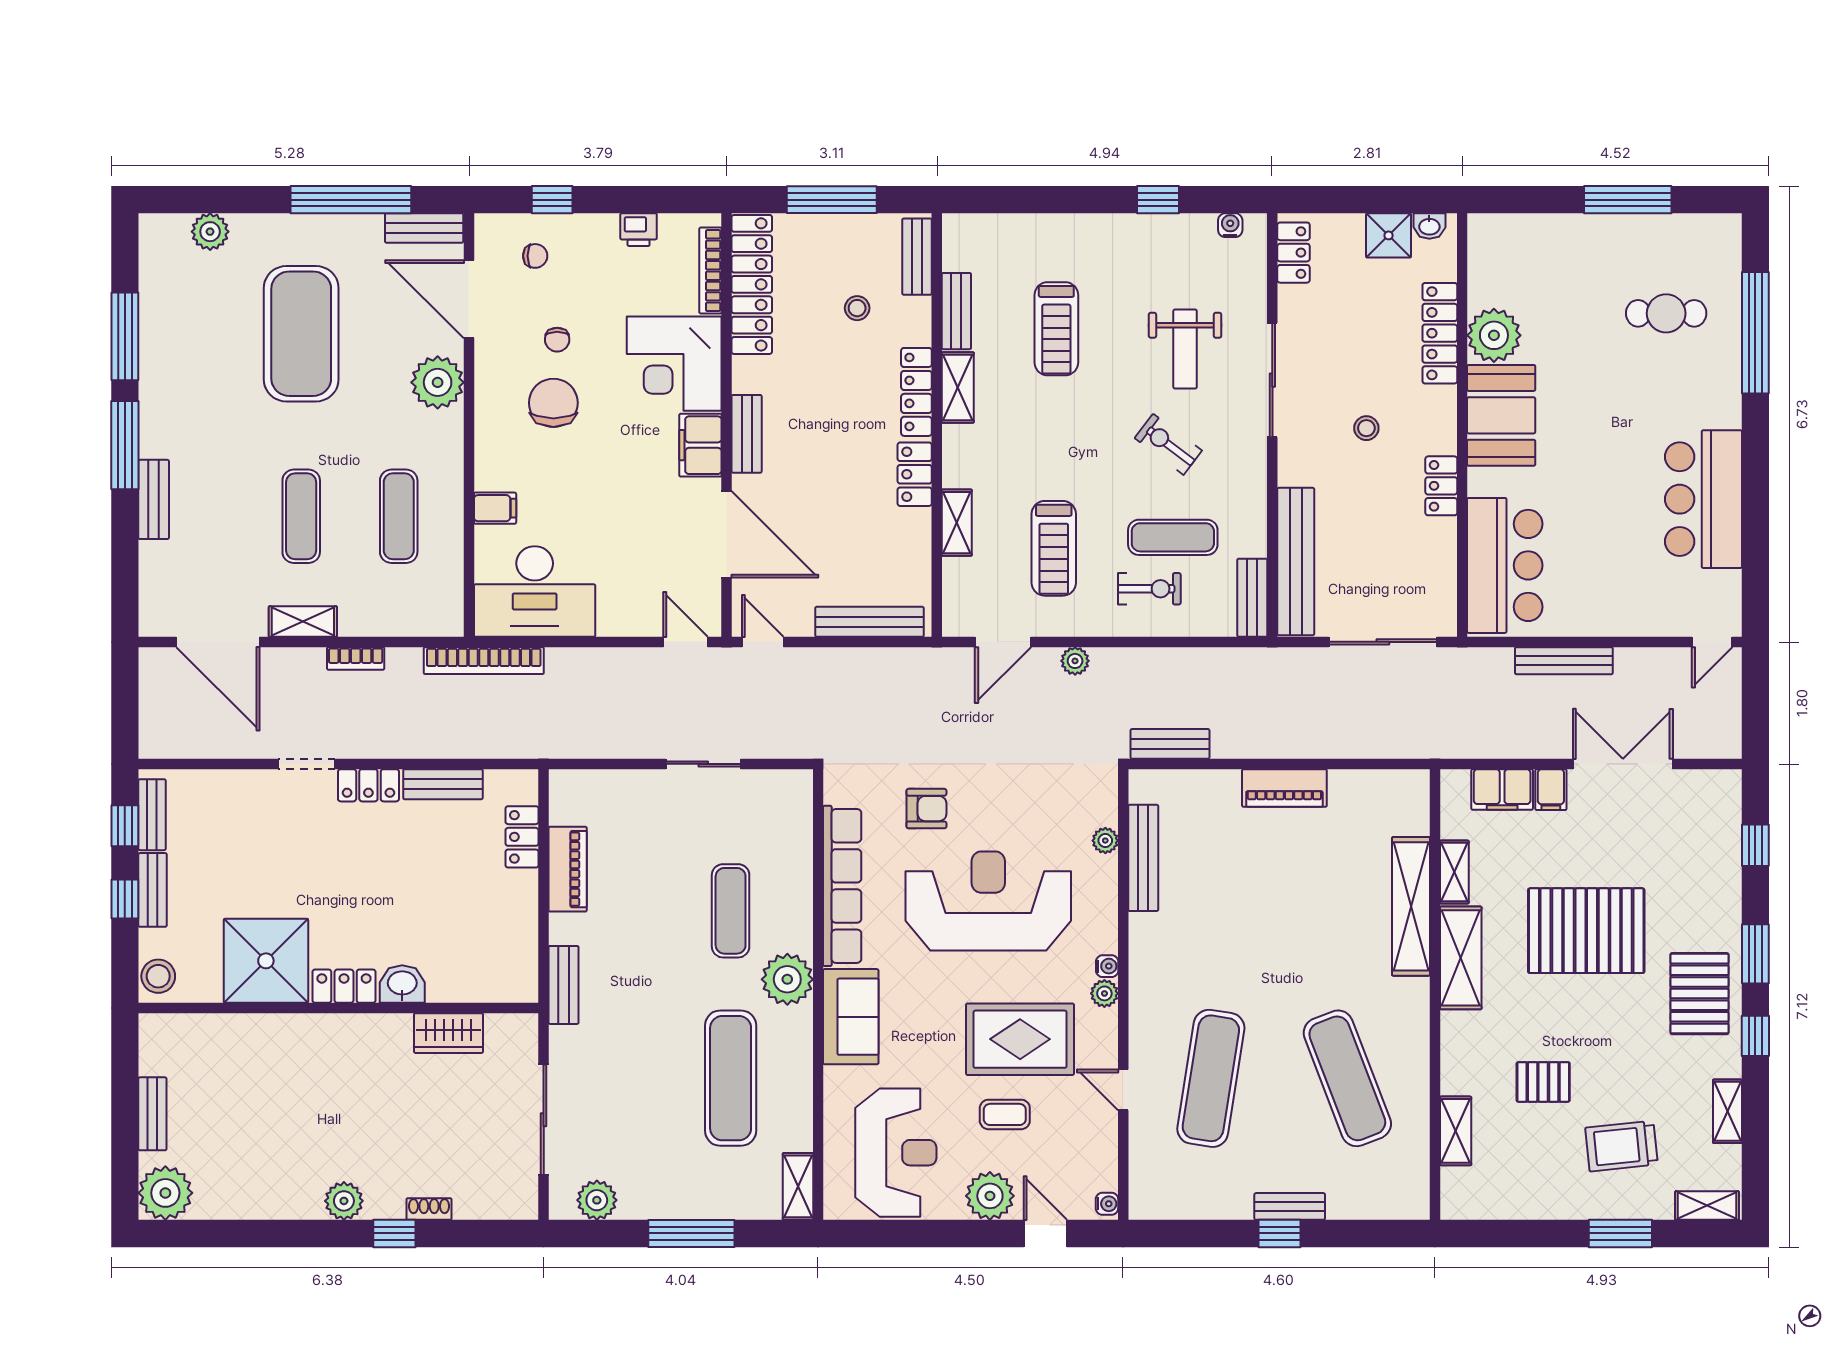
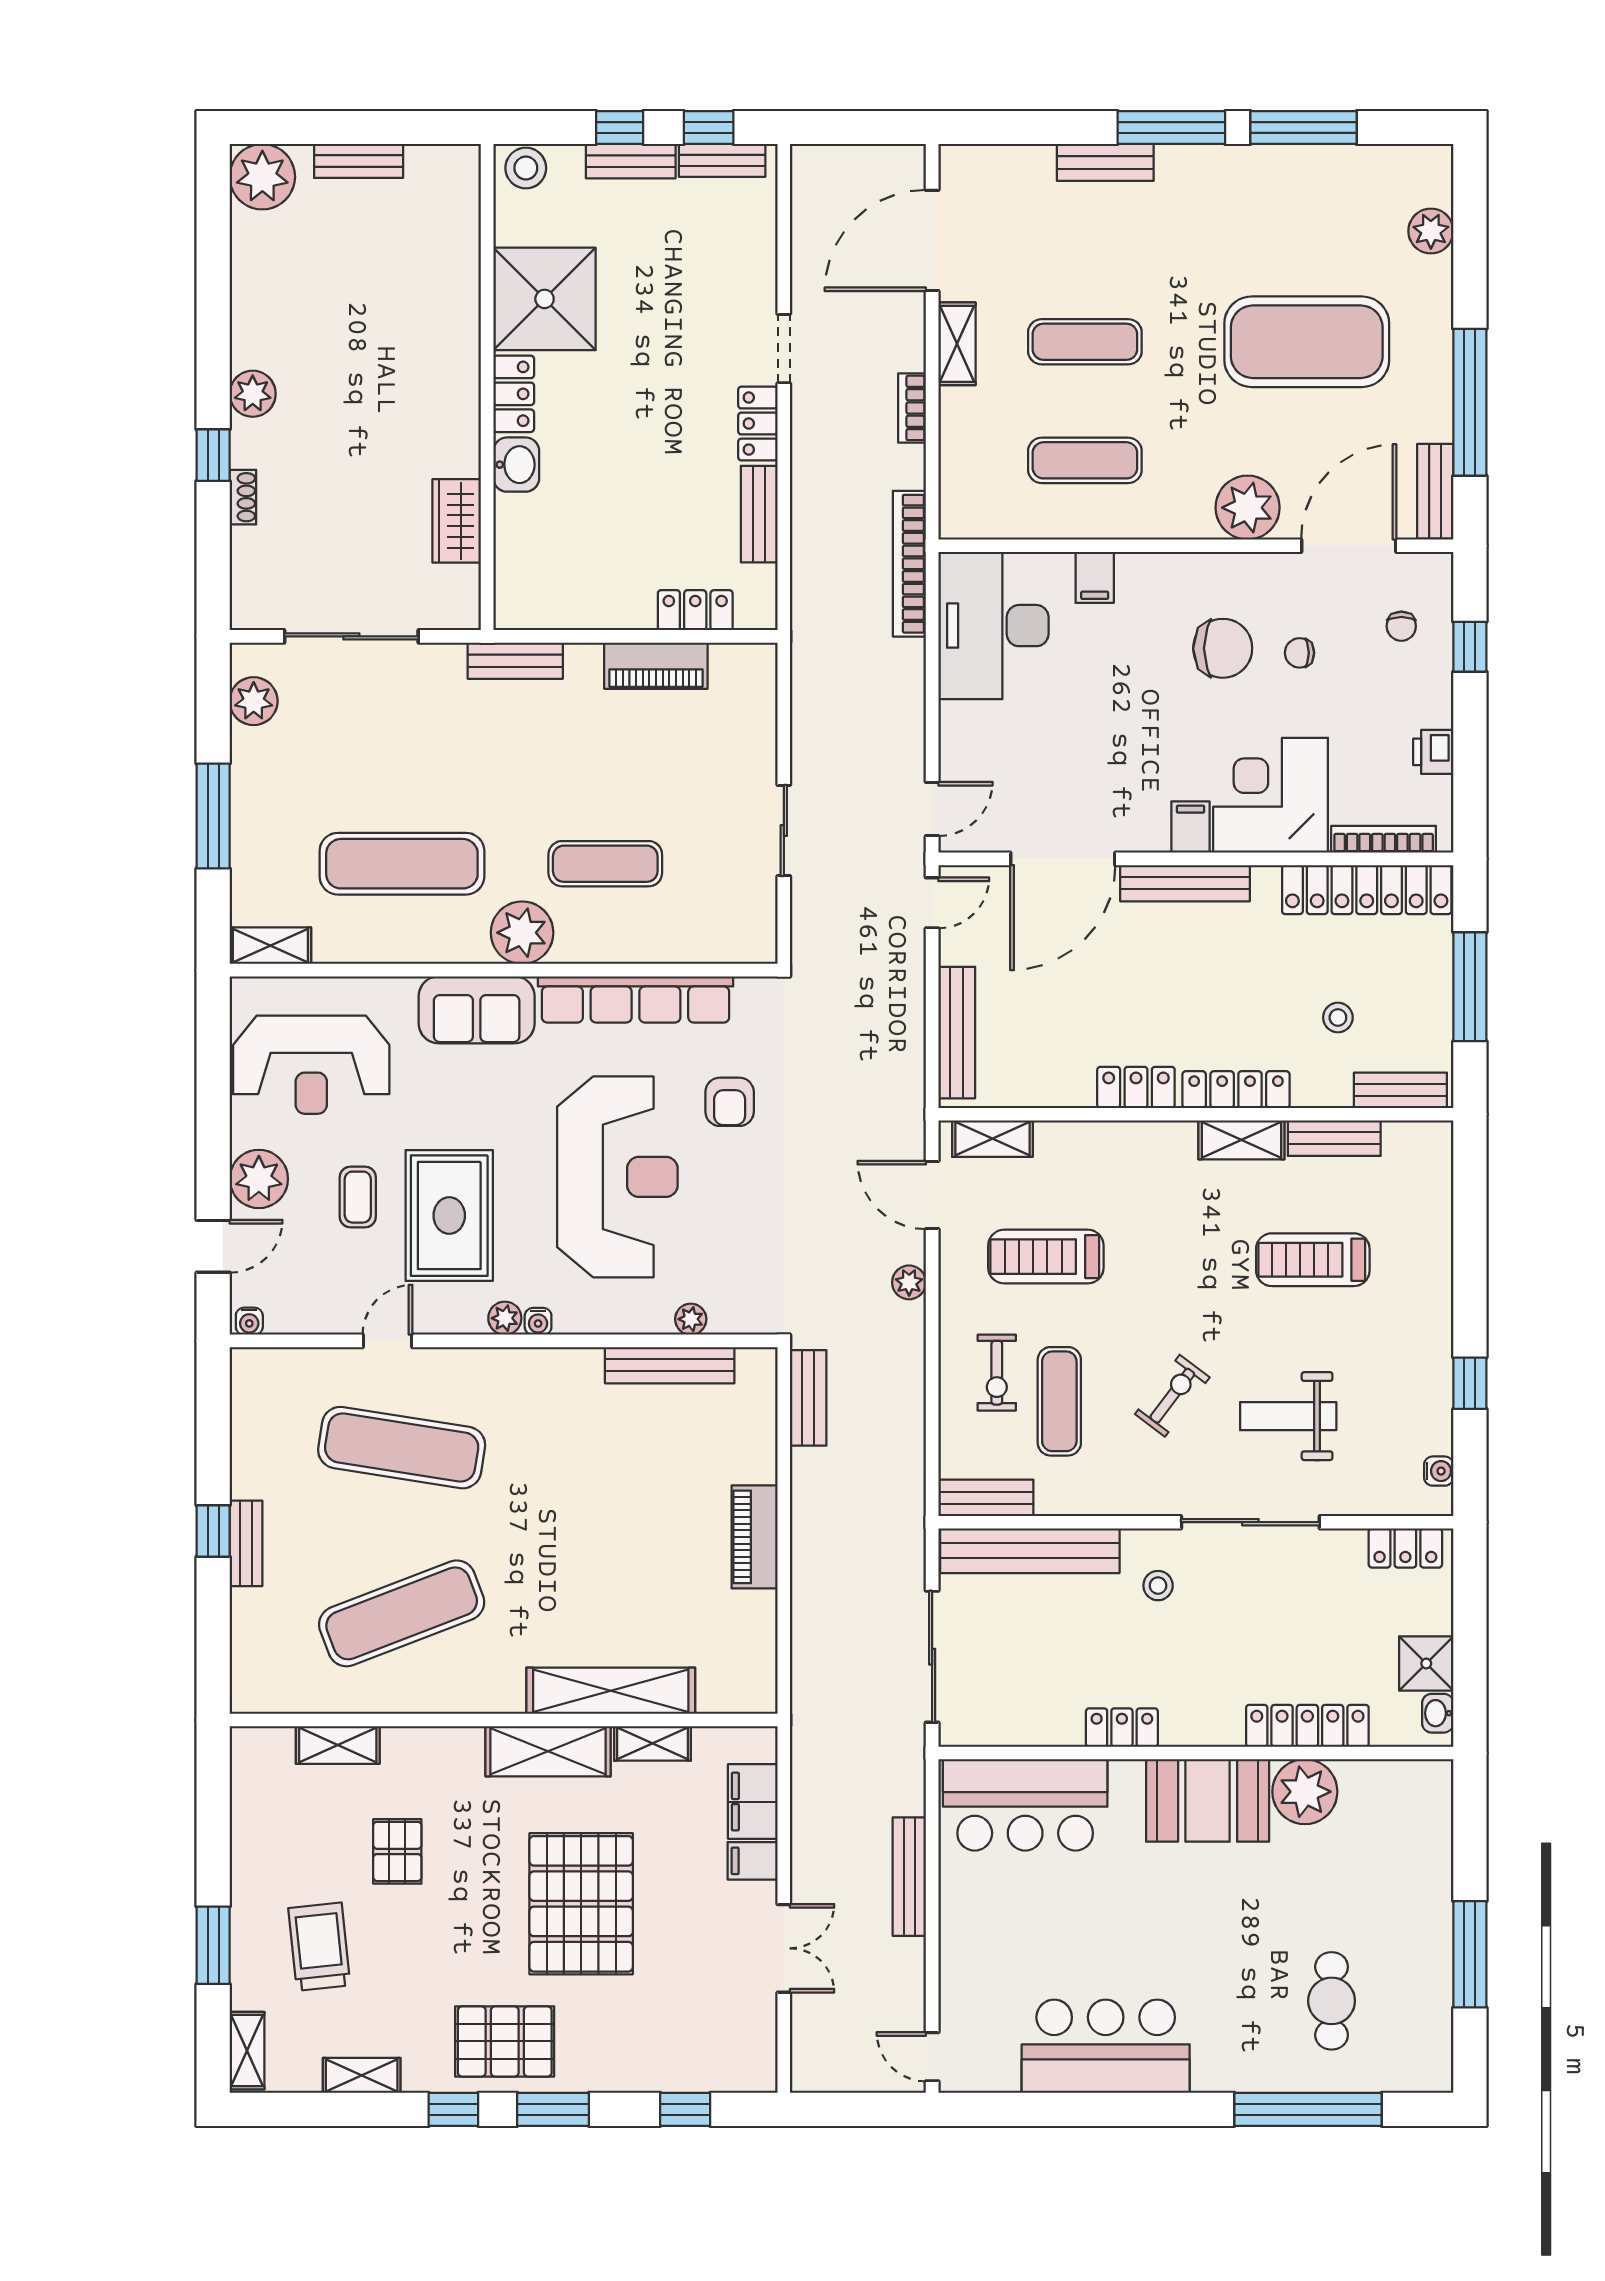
stool: (1366, 428) -> (1158, 1586), moved
bench: (747, 434) -> (1185, 883), width x1.36
filing cabinet: (700, 445) -> (1191, 827), width x0.50
shelving: (957, 523) -> (992, 1139), moved
double door: (1623, 764) -> (784, 1948), width x0.73

